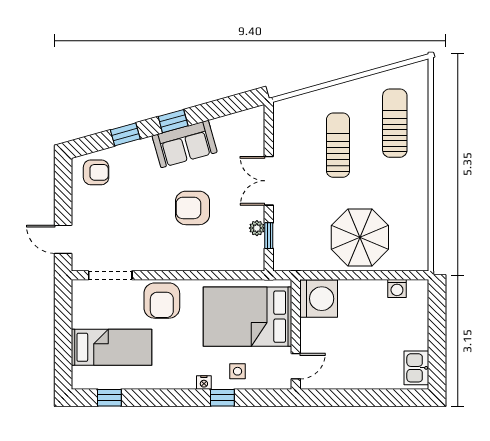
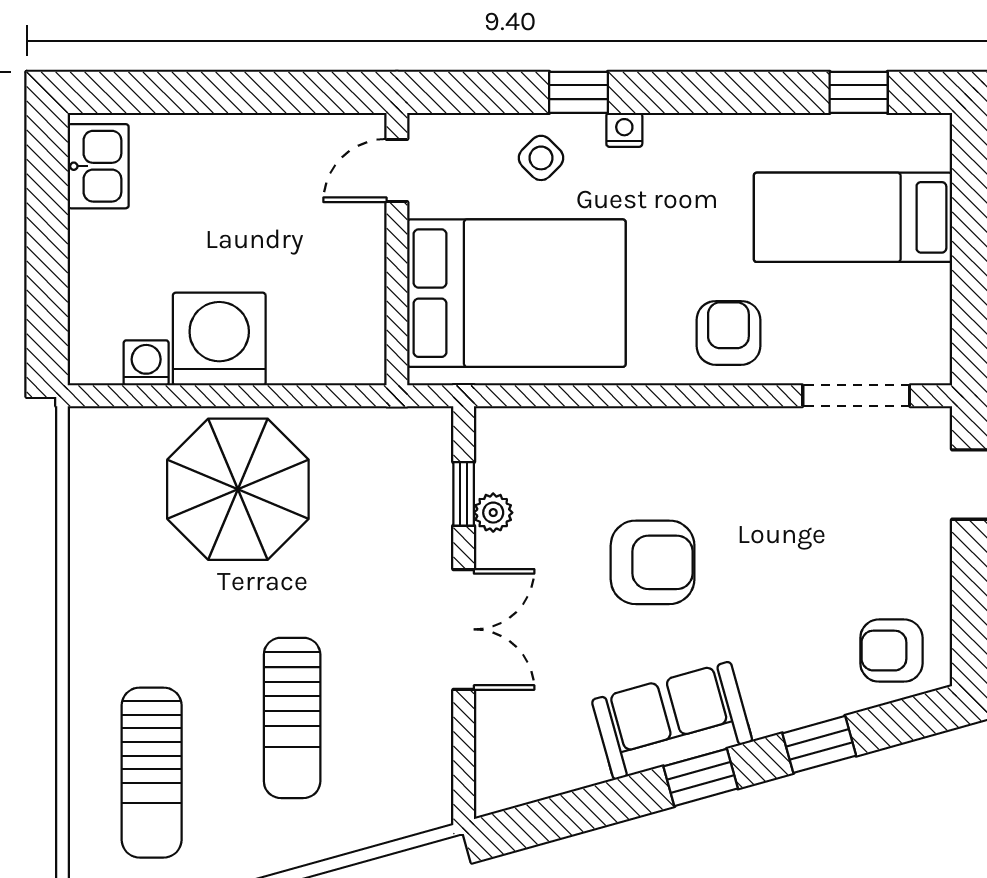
washing machine: (319, 299) -> (219, 339), moved, turned 90
armchair: (162, 301) -> (728, 333), width x0.72, depth x0.72
side table: (238, 371) -> (541, 158), turned 45

